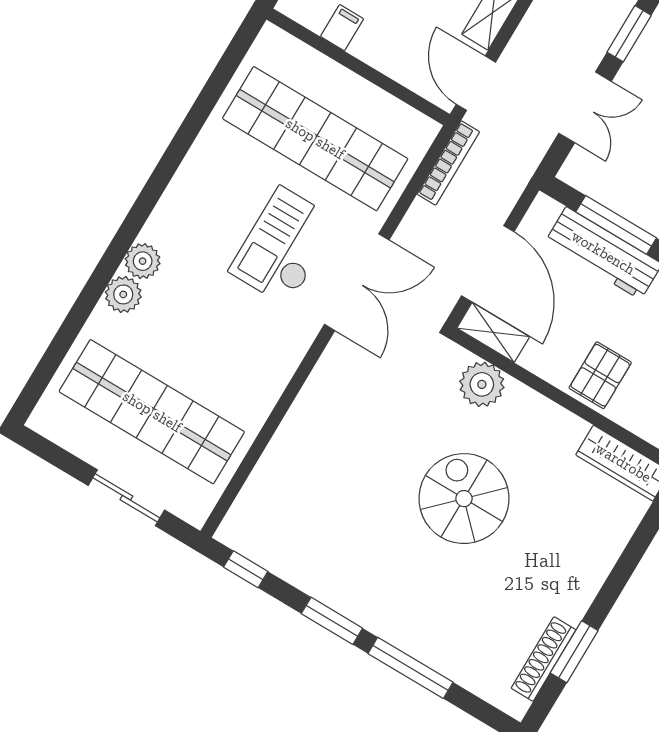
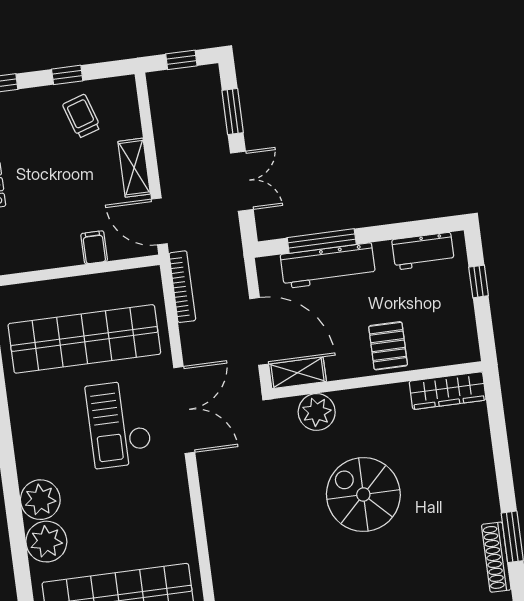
filing cabinet: (342, 28) -> (94, 247), moved
plant: (143, 261) -> (40, 500), width x1.36, depth x1.36
plant: (123, 294) -> (46, 542), width x1.36, depth x1.36

